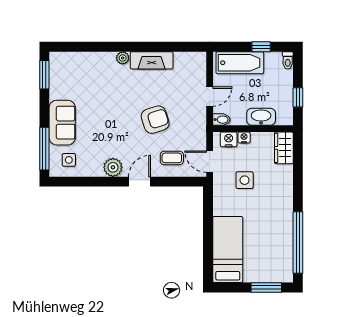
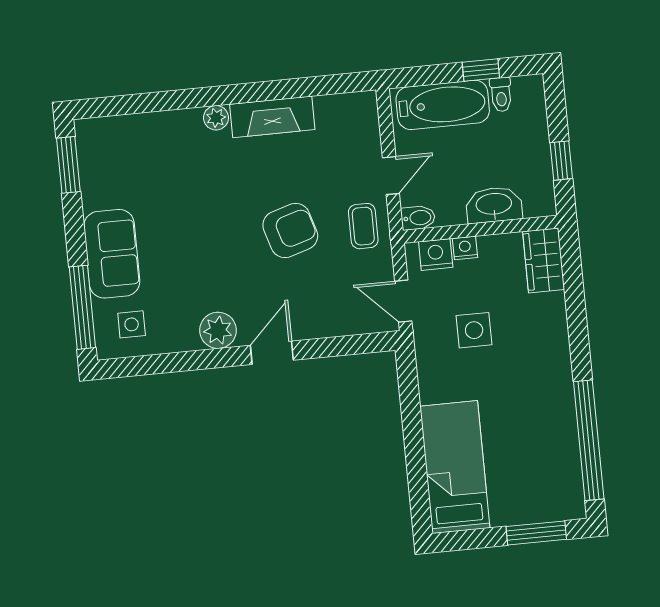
toilet: (288, 60) -> (501, 94), moved
coffee table: (172, 158) -> (363, 226), moved, turned 90

